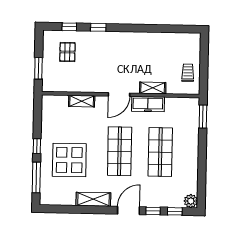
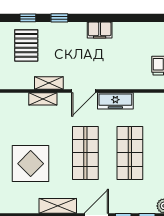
filing cabinet: (135, 39) -> (100, 30), added
pallet: (67, 52) -> (26, 45), width x1.50, depth x1.42
shelving: (153, 88) -> (49, 83), moved

